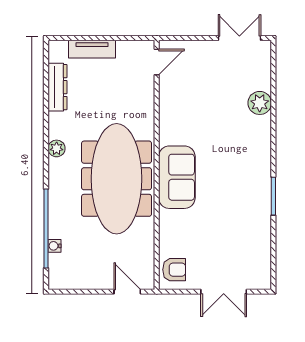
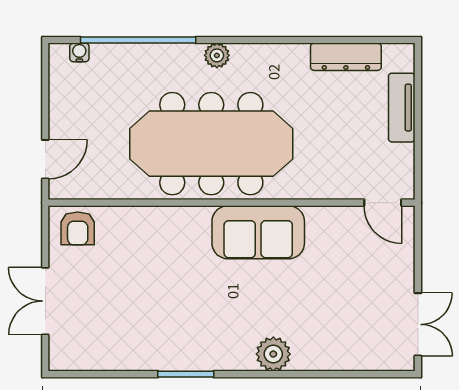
plant: (260, 103) -> (273, 354), moved
plant: (57, 148) -> (217, 55), moved
sofa: (177, 177) -> (258, 232), moved
water cooler: (54, 246) -> (79, 52), moved

